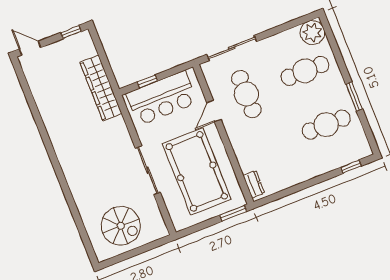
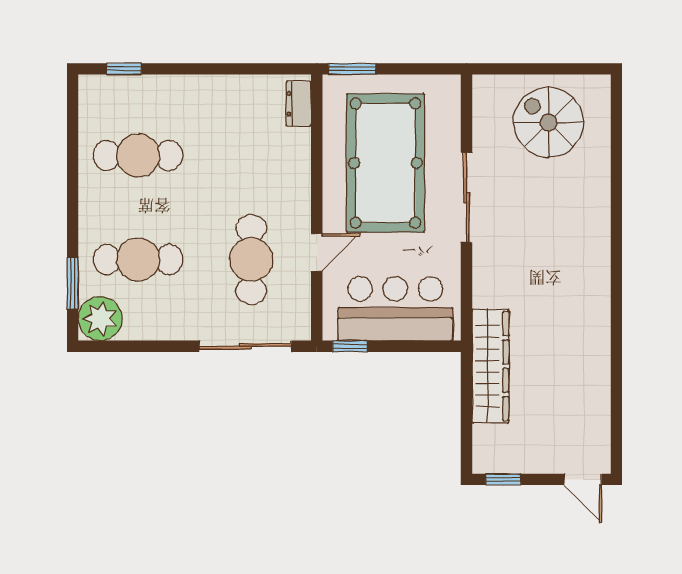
window: (147, 81) -> (350, 346), moved
window: (354, 96) -> (73, 283), moved

